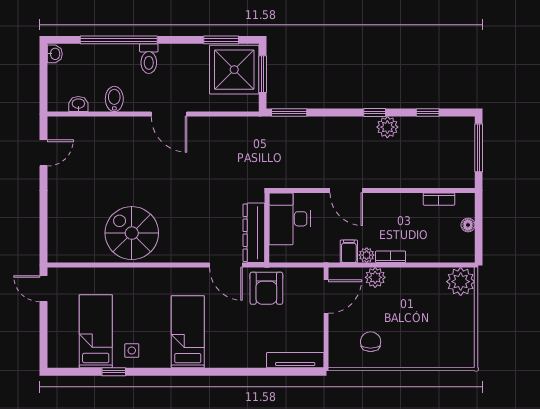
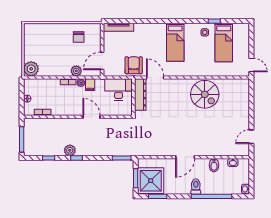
door: (169, 114) -> (185, 157), swing flipped
desk: (290, 219) -> (119, 89), moved, turned -90

